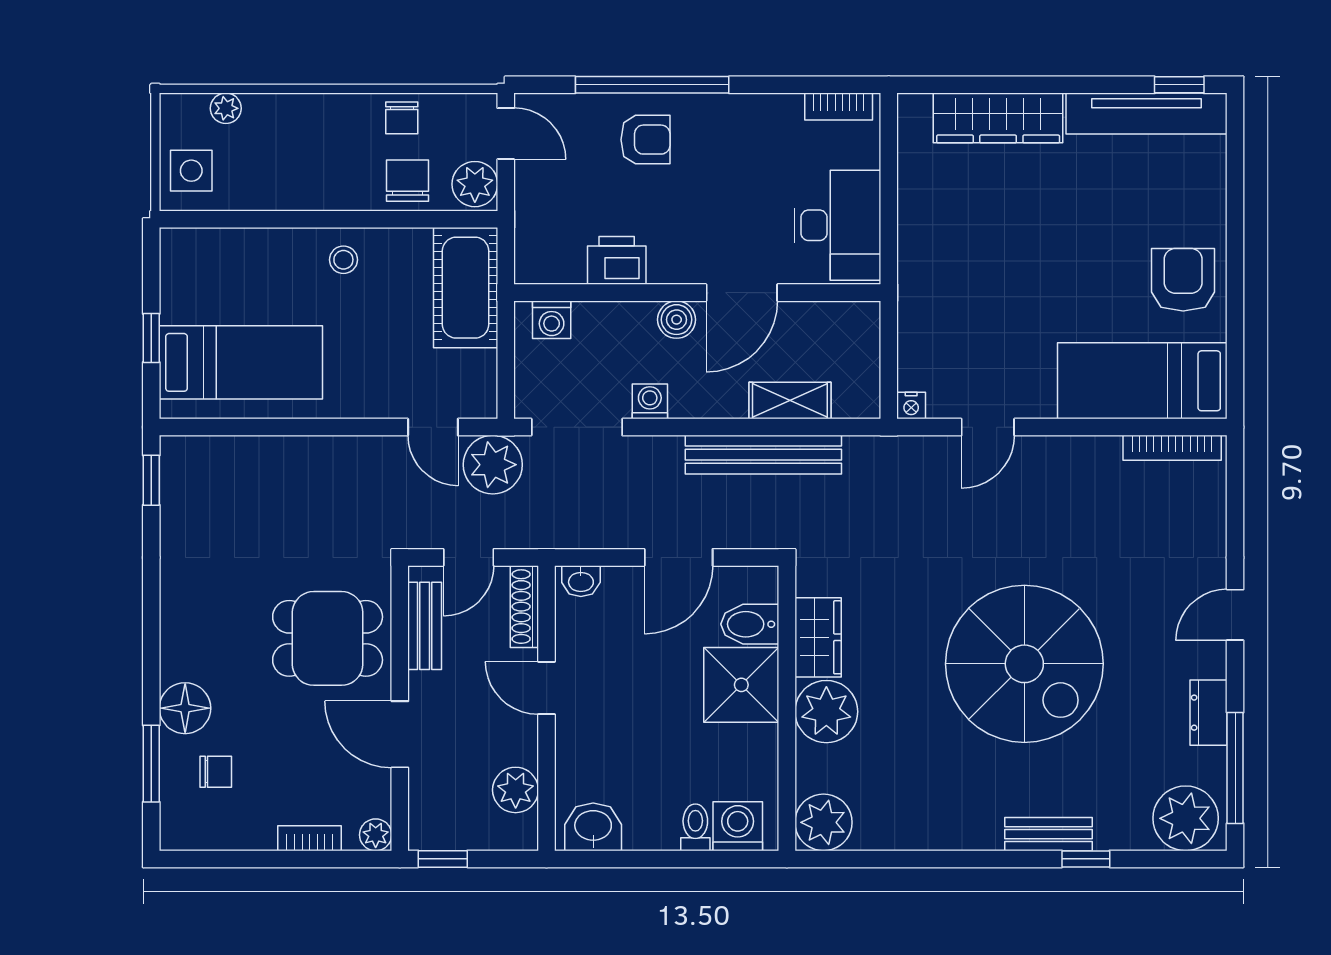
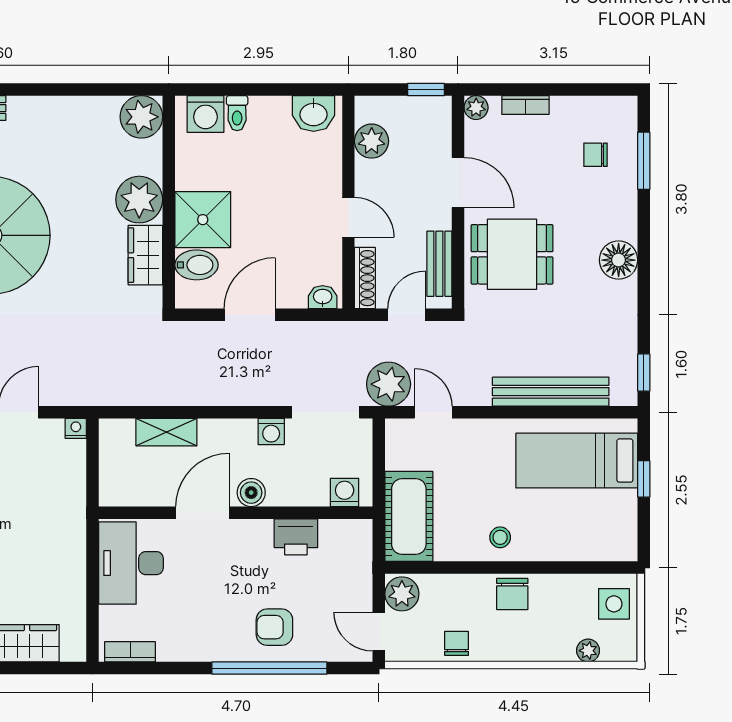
chair: (408, 181) -> (512, 594), moved
bench: (763, 455) -> (551, 392), moved
floor lamp: (185, 708) -> (619, 260), moved

